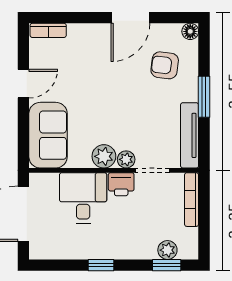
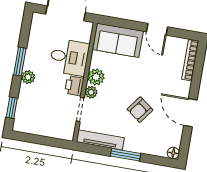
bookcase: (48, 30) -> (190, 60), width x1.56
armchair: (165, 65) -> (140, 110), moved, turned -150
bookcase: (192, 200) -> (55, 133), removed
plant: (167, 250) -> (28, 77), moved
window: (101, 265) -> (20, 62), width x1.50

